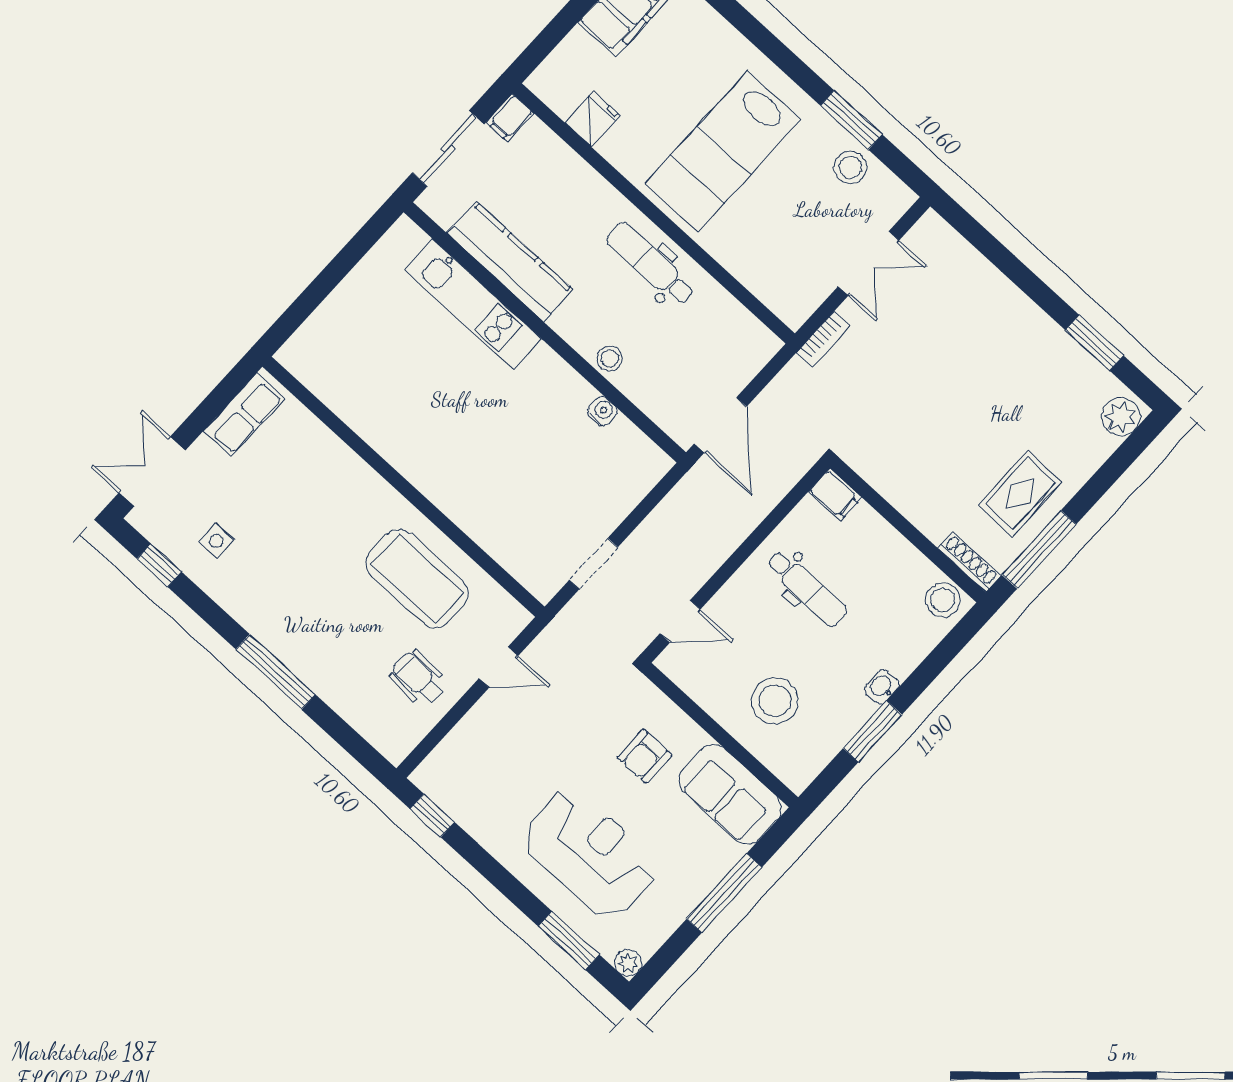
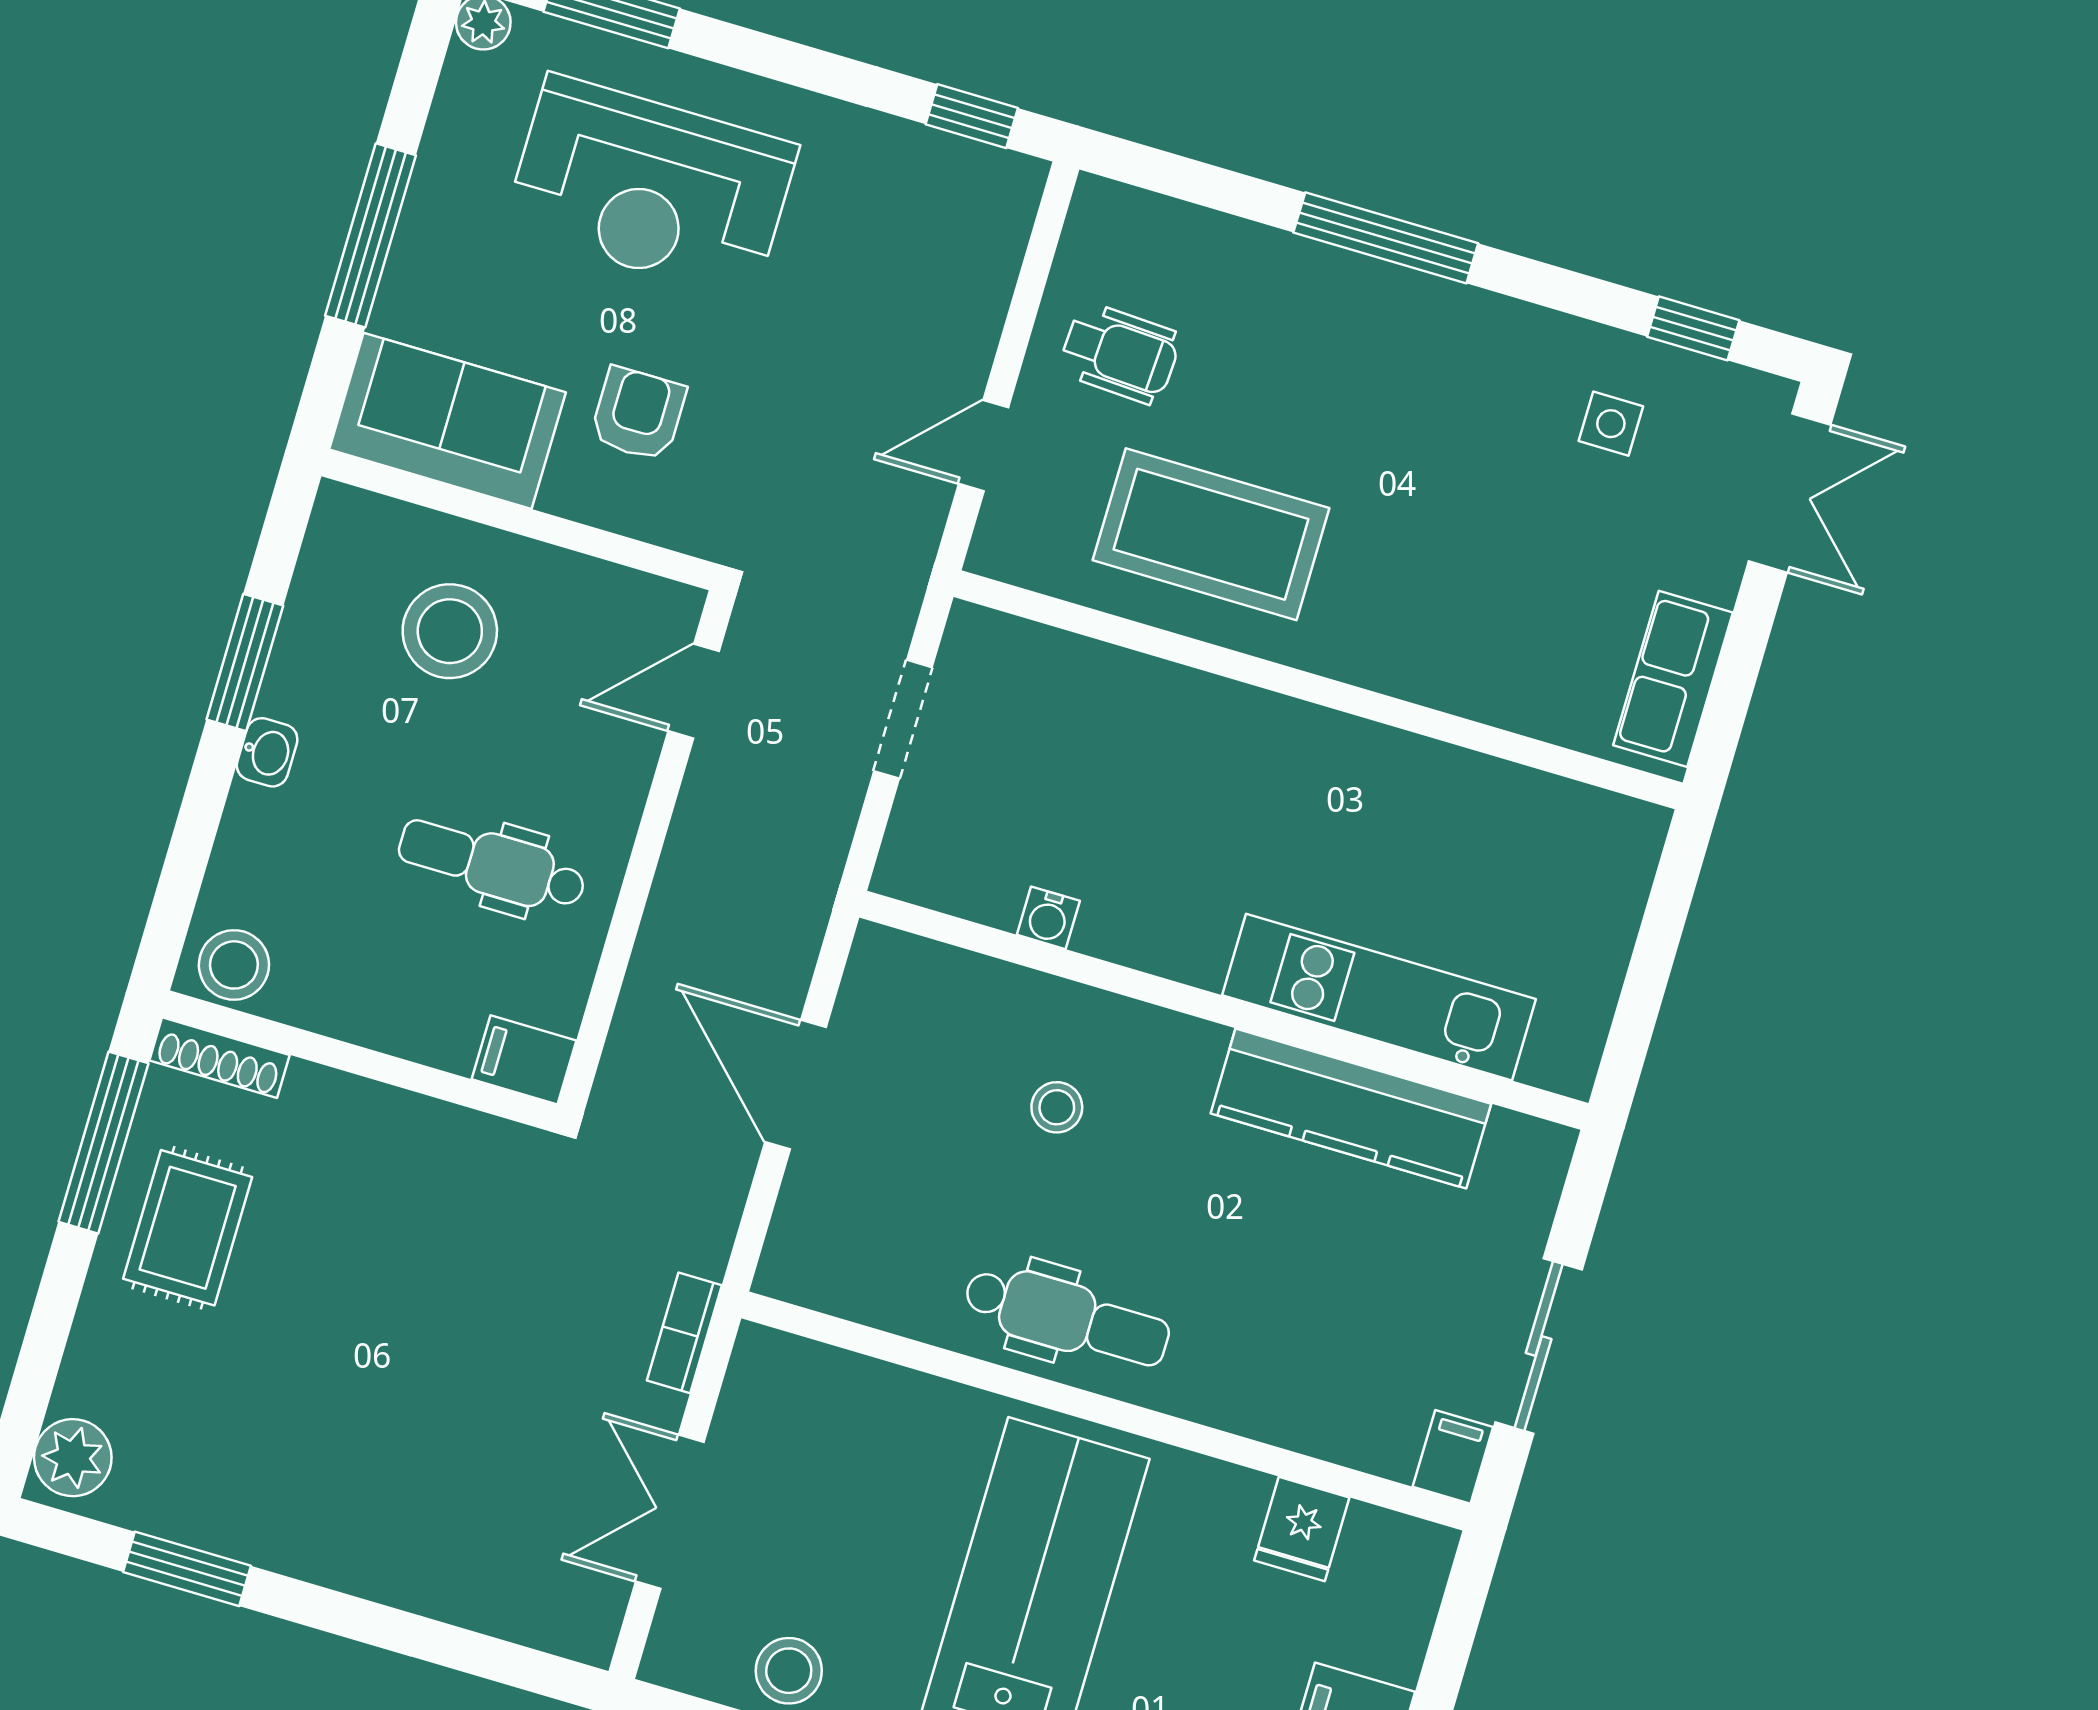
kitchen counter: (510, 261) -> (1351, 1109), moved
kitchen unit: (473, 305) -> (1379, 997), moved
wall: (545, 332) -> (1224, 1010), moved
water cooler: (602, 411) -> (1048, 918), moved

